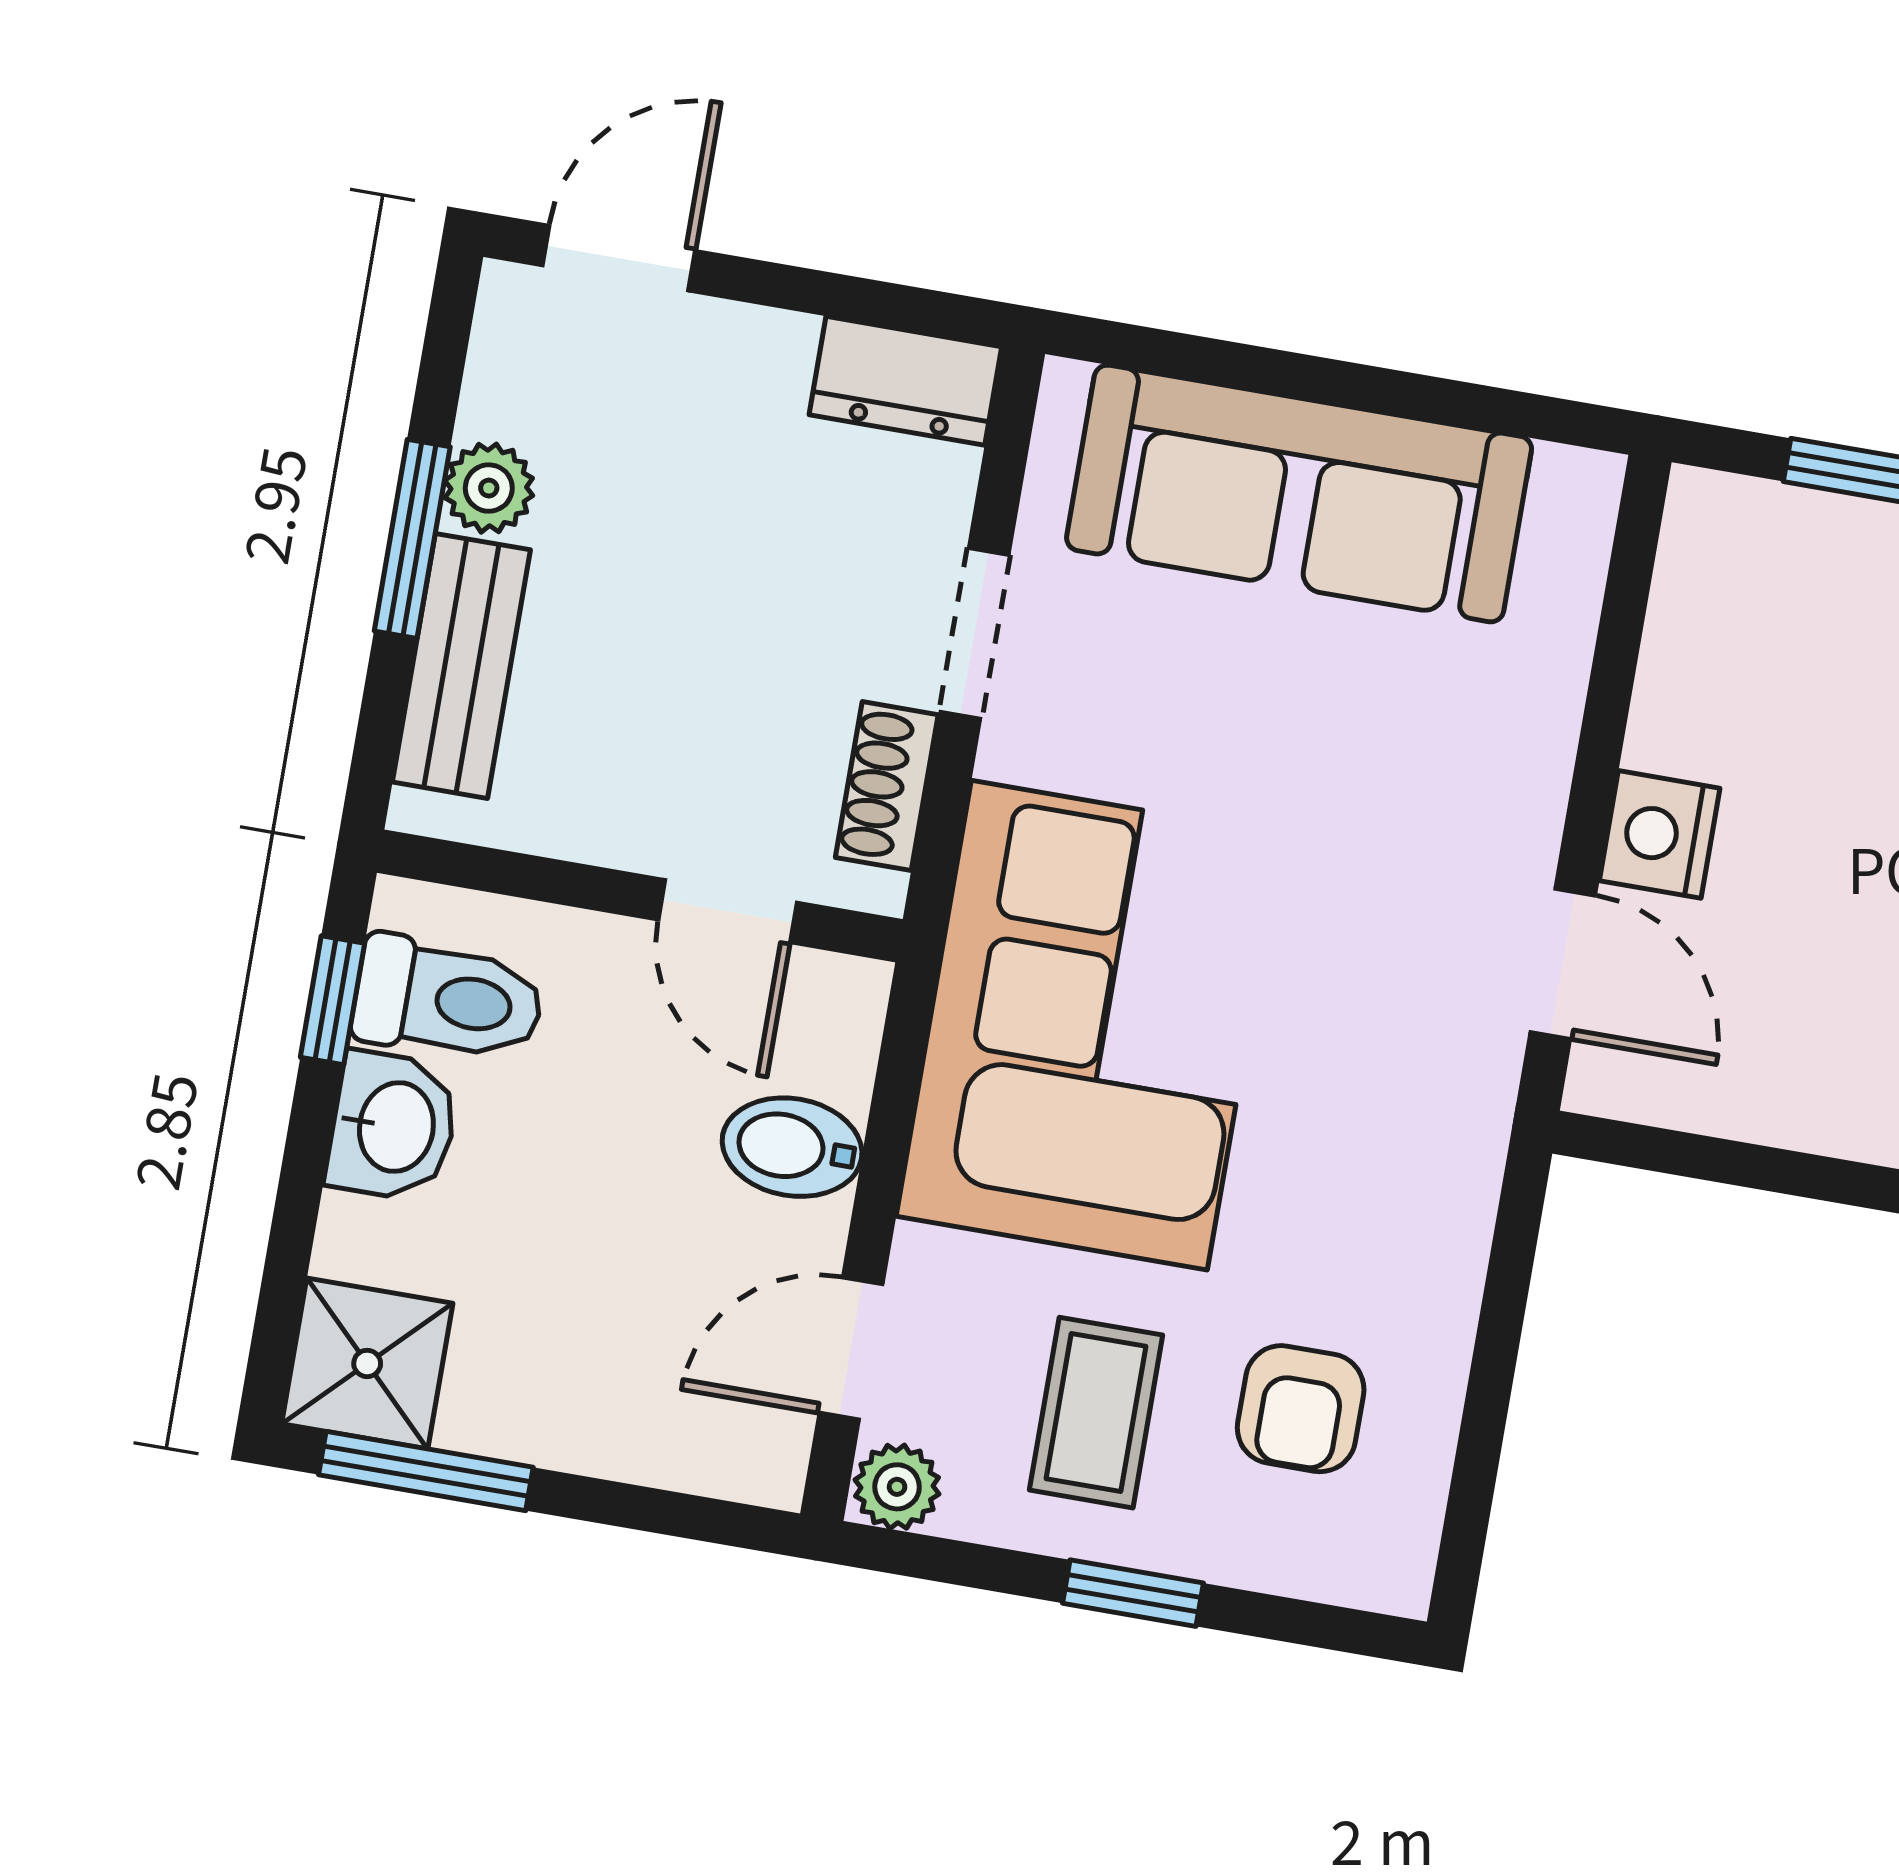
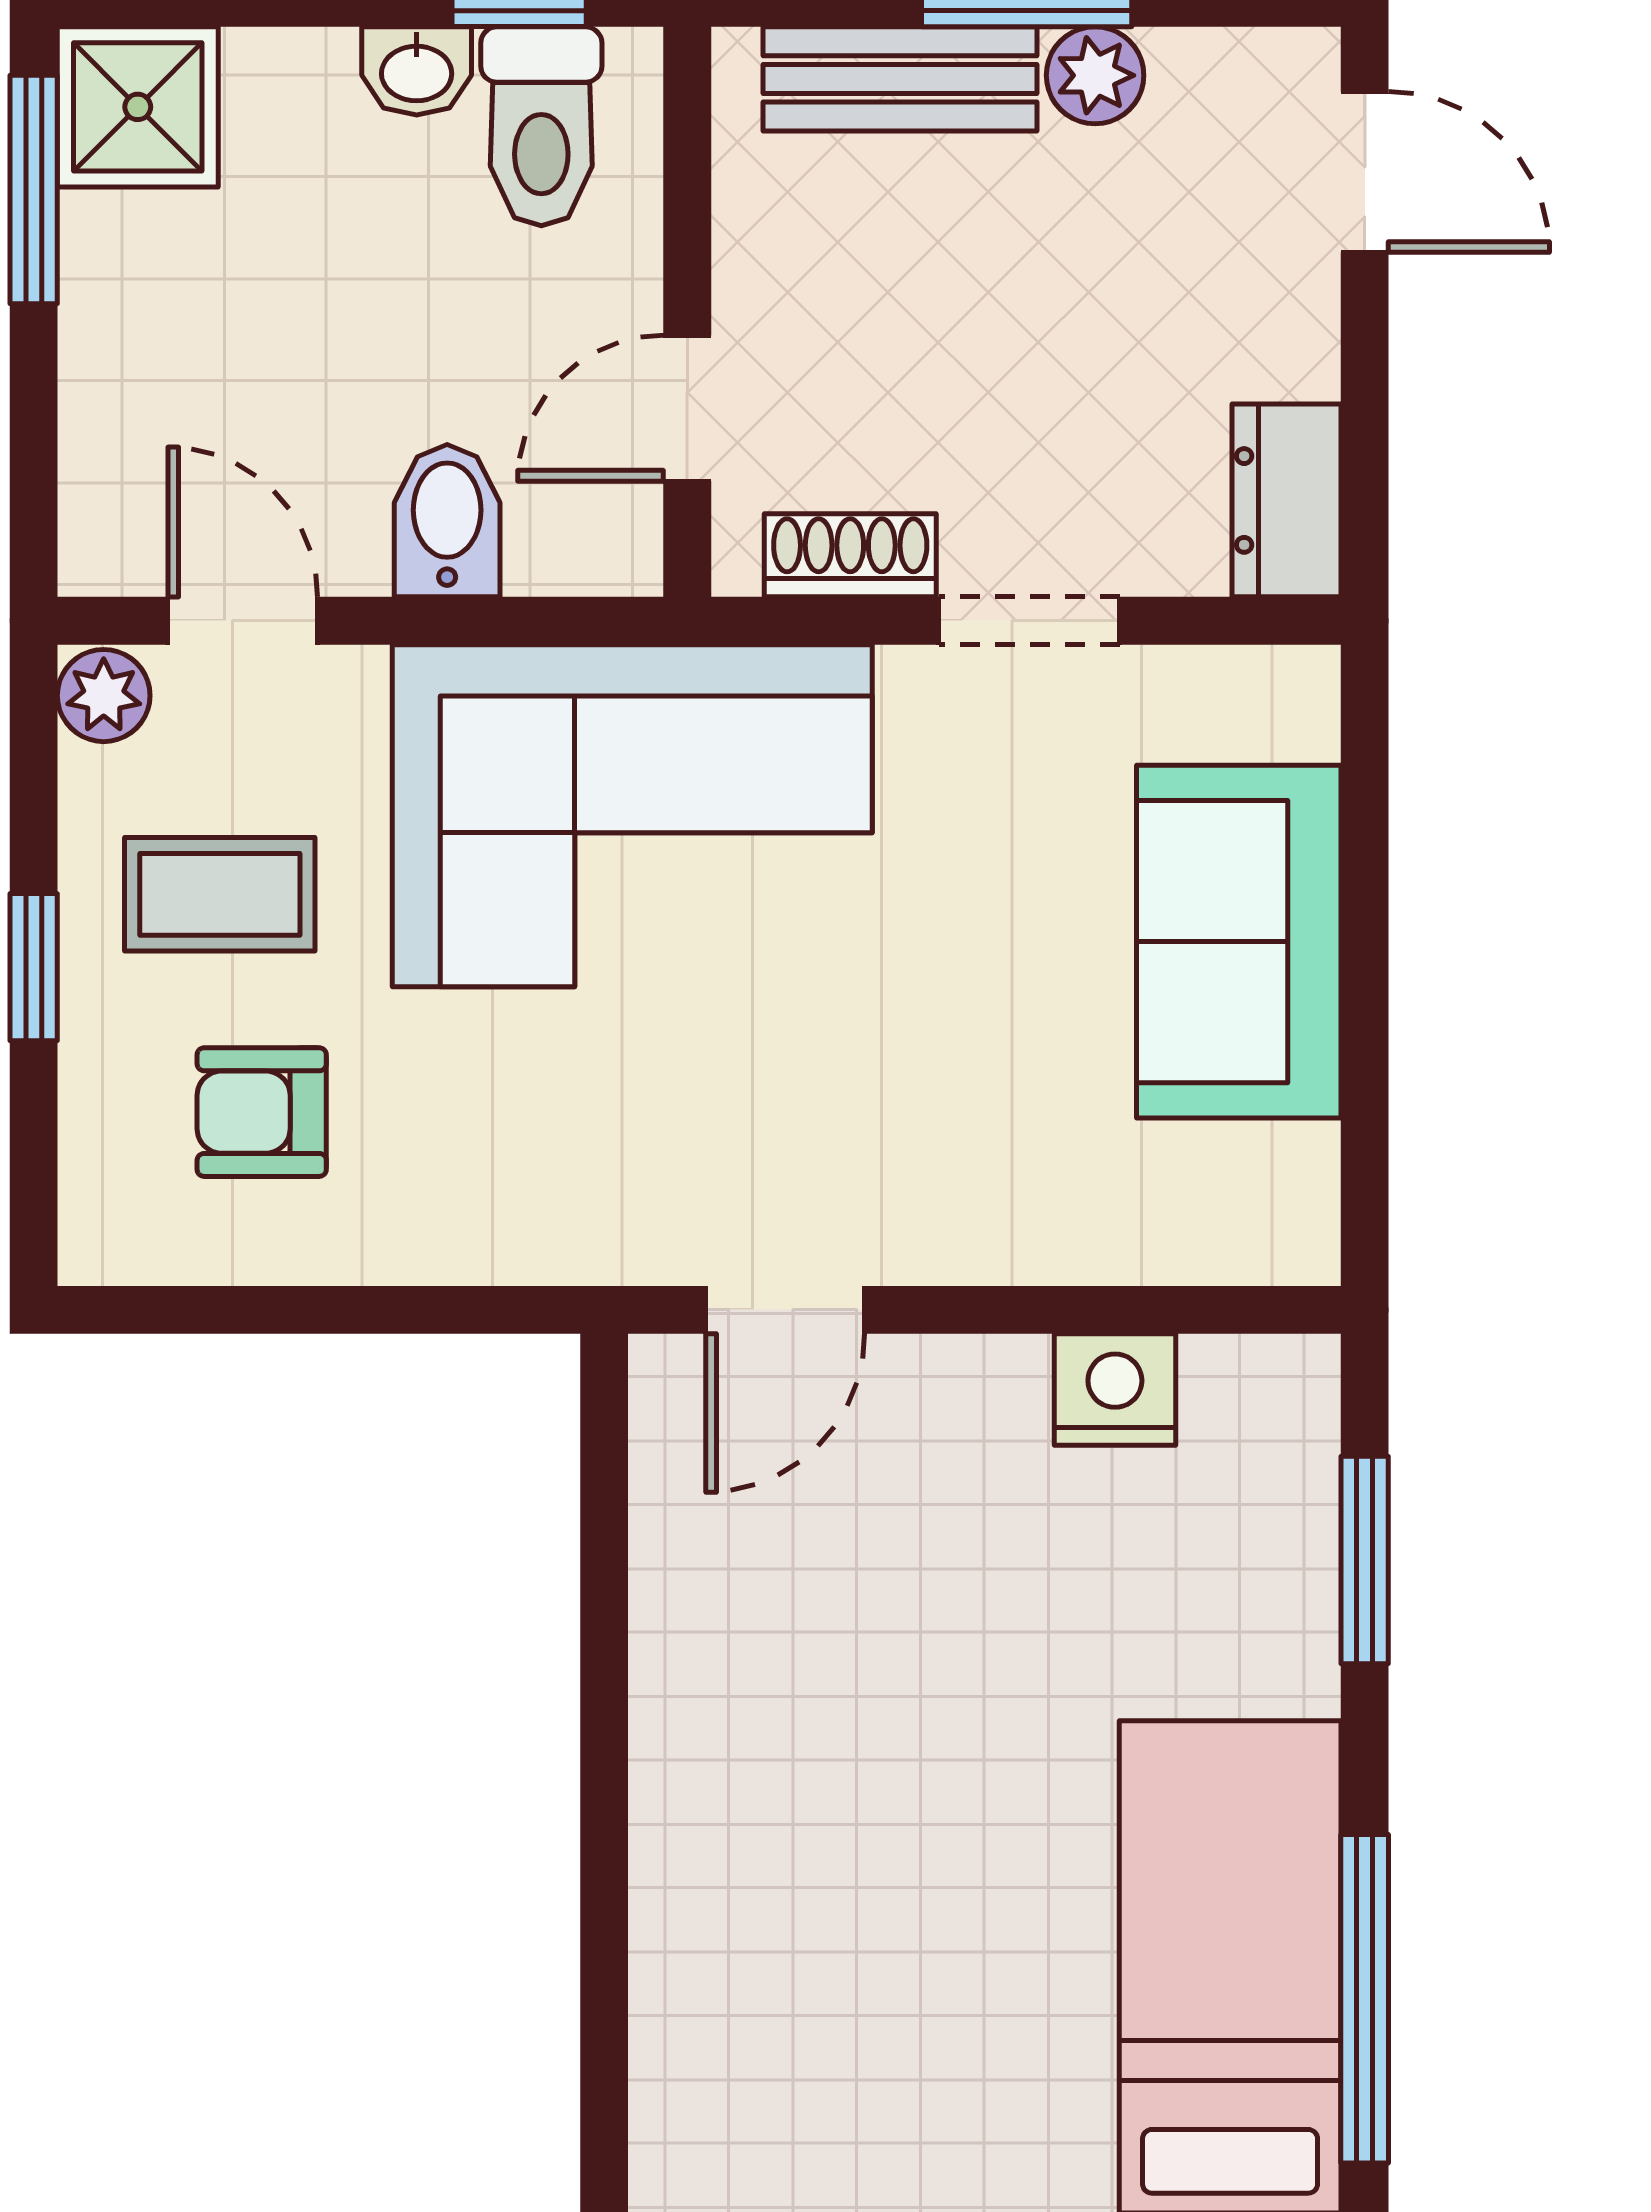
sofa: (1299, 493) -> (1239, 942), width x0.73
nightstand: (1660, 834) -> (1115, 1390), moved
washbasin: (393, 1126) -> (417, 71), width x0.72, depth x0.69

